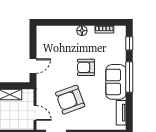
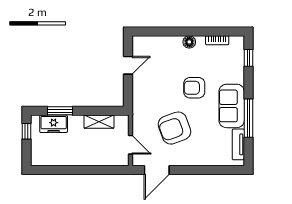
door: (33, 66) -> (128, 65), moved
window: (129, 77) -> (248, 118), moved

